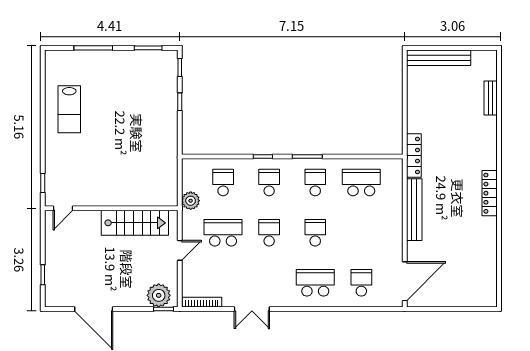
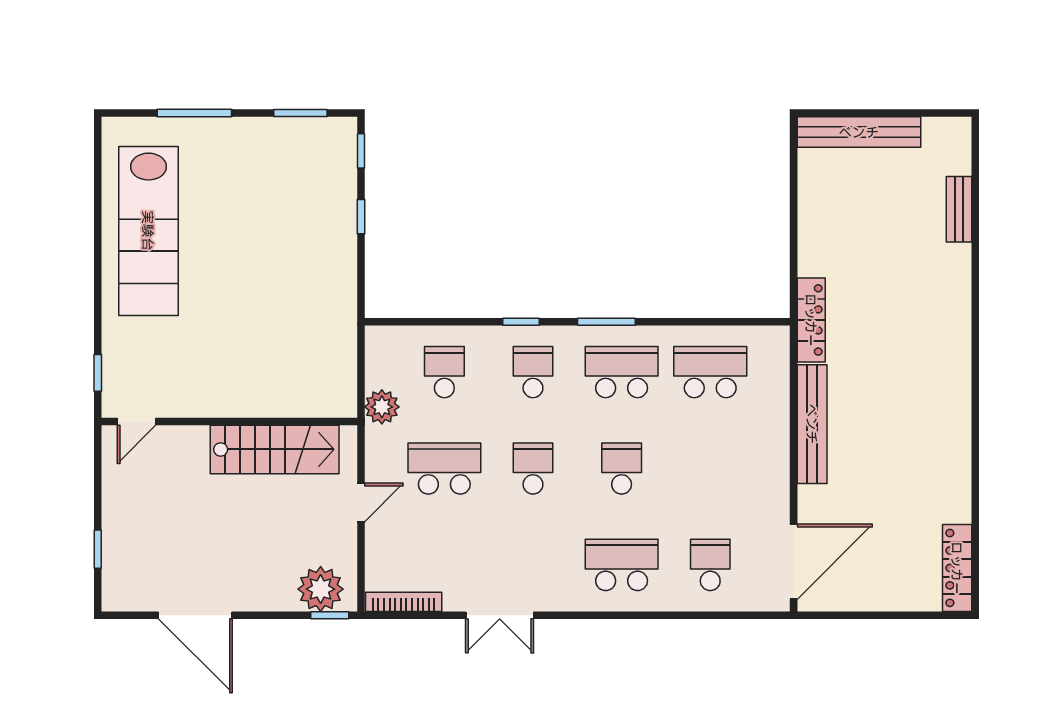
lab bench: (69, 109) -> (148, 231), width x1.86, depth x1.39
school desk: (315, 183) -> (622, 372), width x1.85
locker: (490, 193) -> (957, 568), moved

